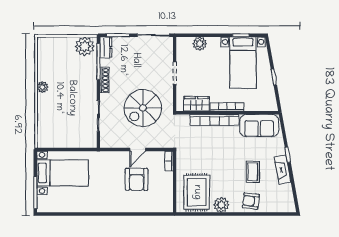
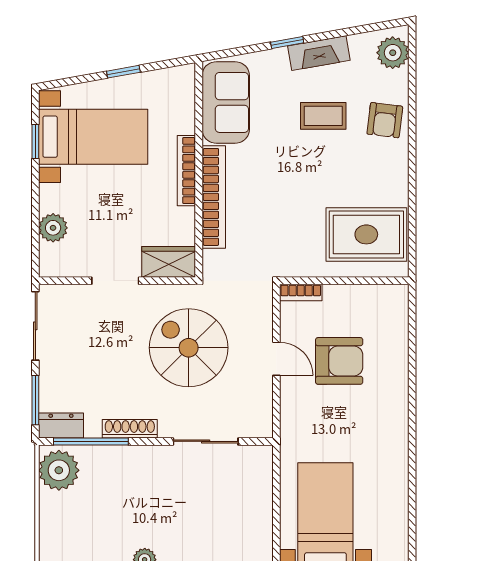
wardrobe: (196, 104) -> (169, 262), moved, turned 90
spiral stairs: (143, 108) -> (189, 348), turned 180
plant: (221, 205) -> (393, 53), moved

